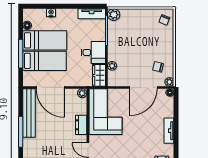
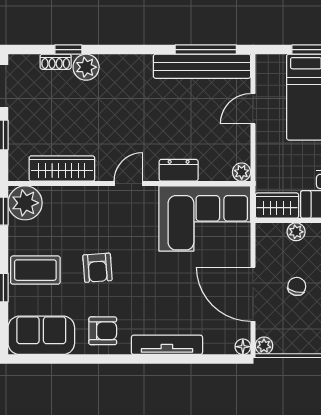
chair: (158, 67) -> (297, 286), moved
door: (50, 87) -> (253, 109), width x0.53
tv unit: (169, 131) -> (167, 345), width x1.41
window: (21, 132) -> (206, 50), moved

